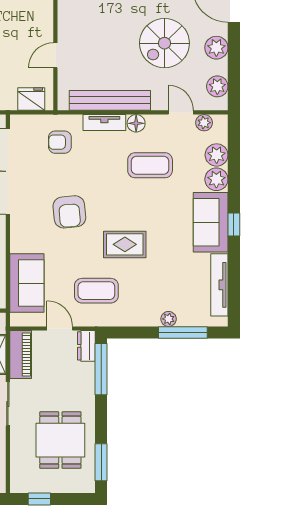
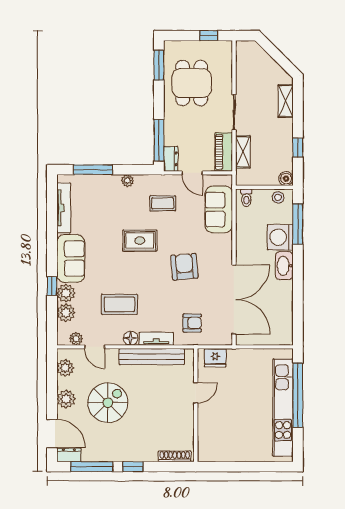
window: (234, 224) -> (52, 286), moved
coffee table: (96, 291) -> (163, 203), width x0.73, depth x0.77
plant: (169, 319) -> (128, 181), moved

